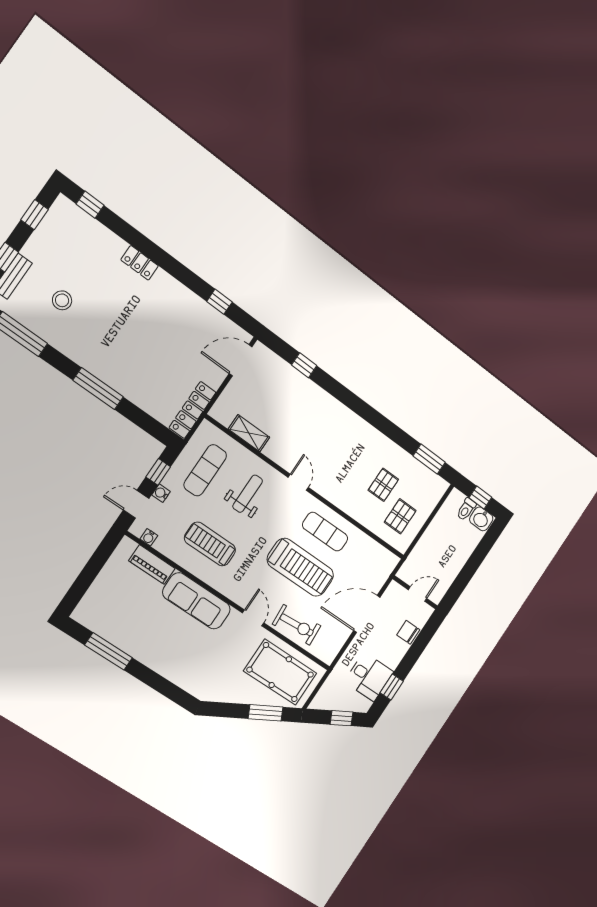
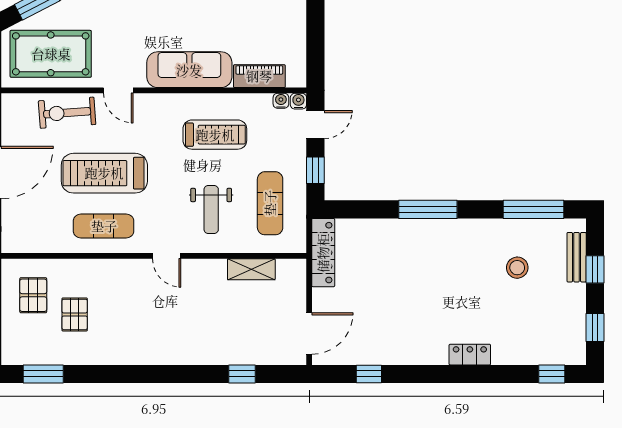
water cooler: (161, 493) -> (298, 101), moved, turned -90

